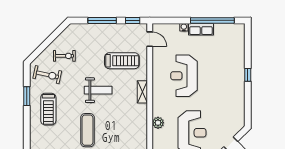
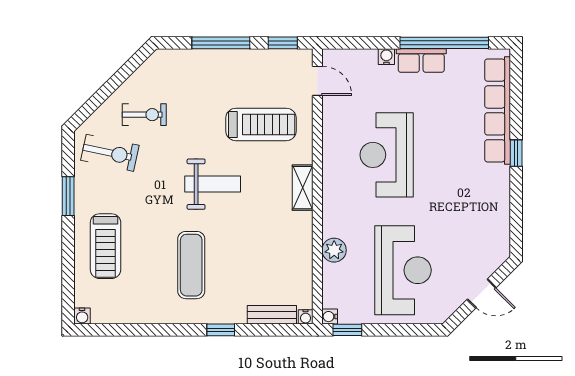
row of seats: (239, 54) -> (498, 110), added
treadmill: (48, 109) -> (106, 246), moved

